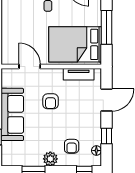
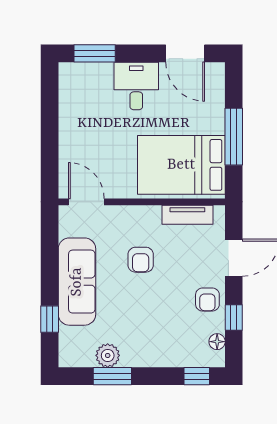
door: (30, 67) -> (86, 202), moved
armchair: (72, 146) -> (207, 300), moved
plant: (50, 159) -> (108, 355), moved

